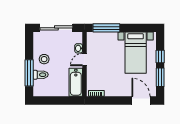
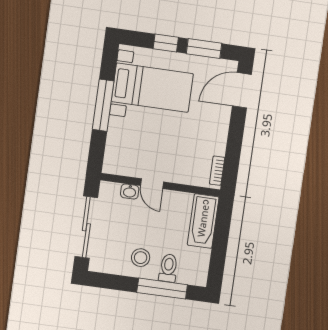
window: (106, 28) -> (103, 105), moved
bathtub: (76, 82) -> (203, 221), moved, turned 90

